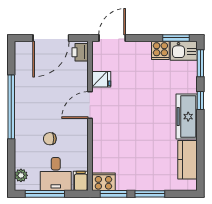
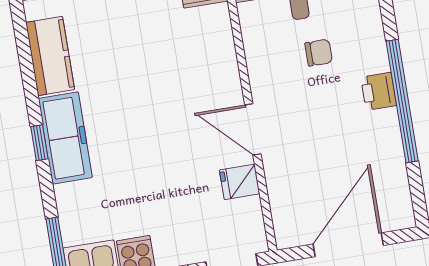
printer: (80, 52) -> (379, 91), moved, turned 180
window: (200, 100) -> (39, 143), moved
door: (90, 105) -> (253, 129), swing flipped

